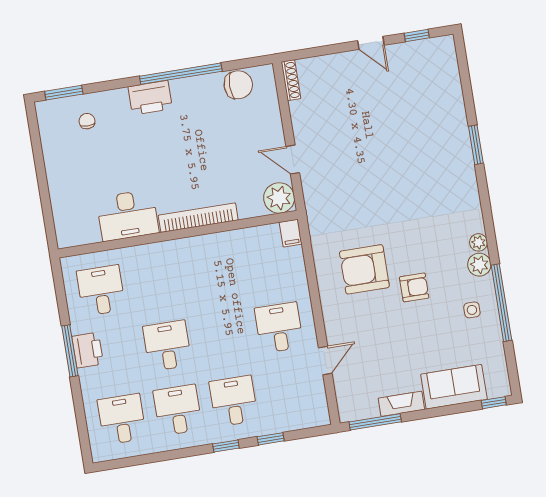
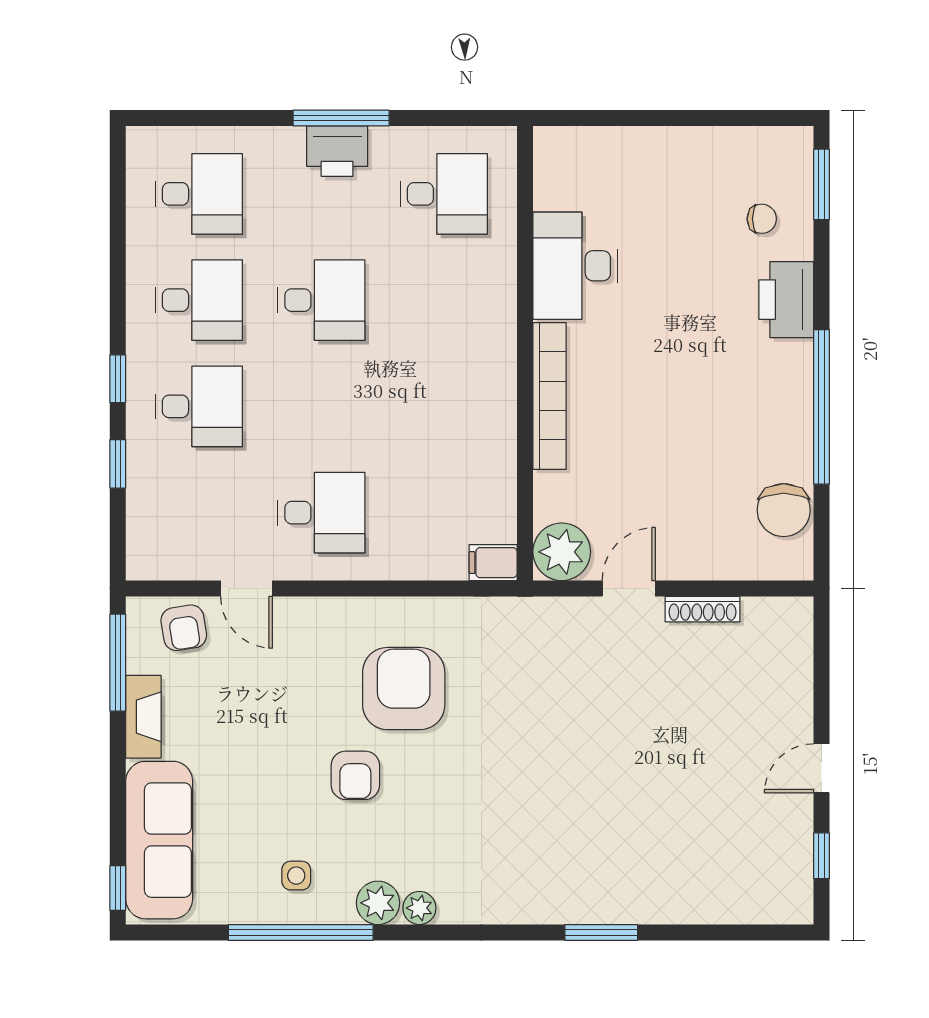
shoe rack: (291, 80) -> (702, 609), moved
printer: (150, 98) -> (786, 300), moved
sofa: (454, 387) -> (159, 840), width x1.36
armchair: (351, 390) -> (184, 628), added

